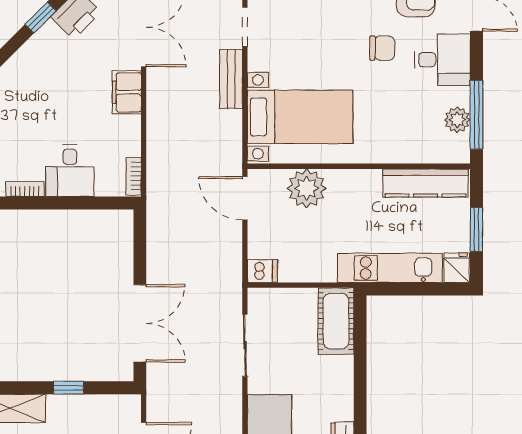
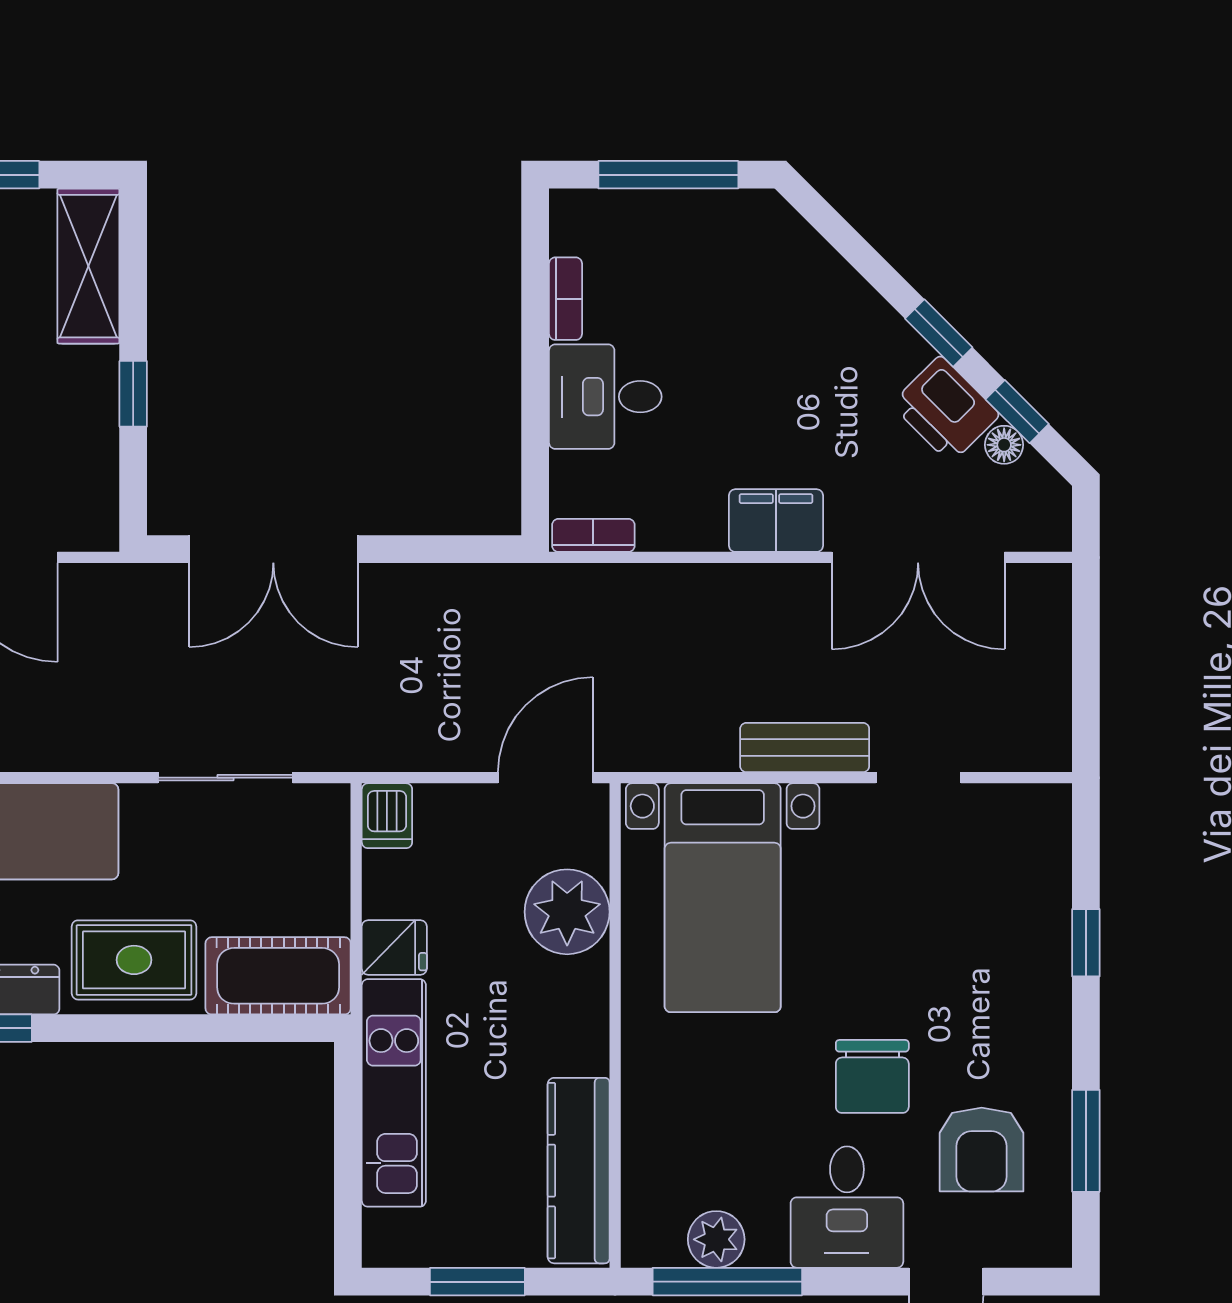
chair: (382, 48) -> (872, 1076), width x1.37, depth x1.37
fridge: (457, 268) -> (394, 947), moved
rug: (329, 387) -> (134, 960), added

